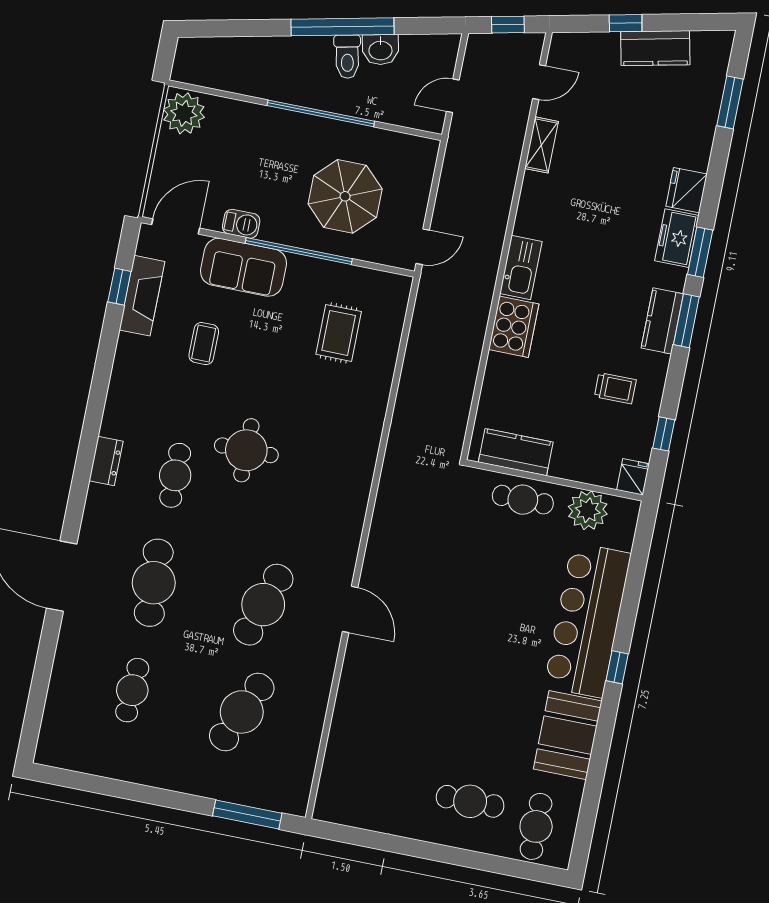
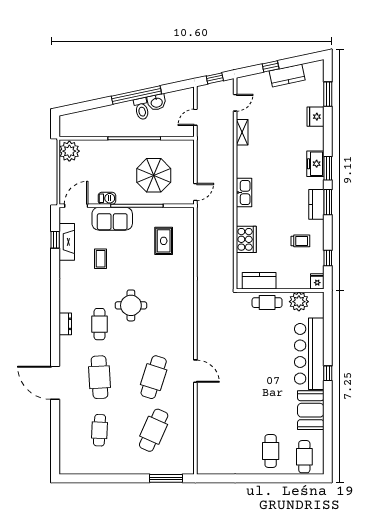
fridge: (687, 190) -> (315, 117), moved
cooker: (514, 327) -> (246, 239), moved
cafe table: (470, 801) -> (271, 451), turned 90

